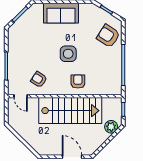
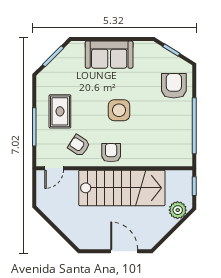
armchair: (108, 36) -> (174, 86), turned 57
rug: (25, 55) -> (60, 111), added
armchair: (78, 81) -> (111, 153), moved
door: (21, 96) -> (54, 168), hinge flipped

